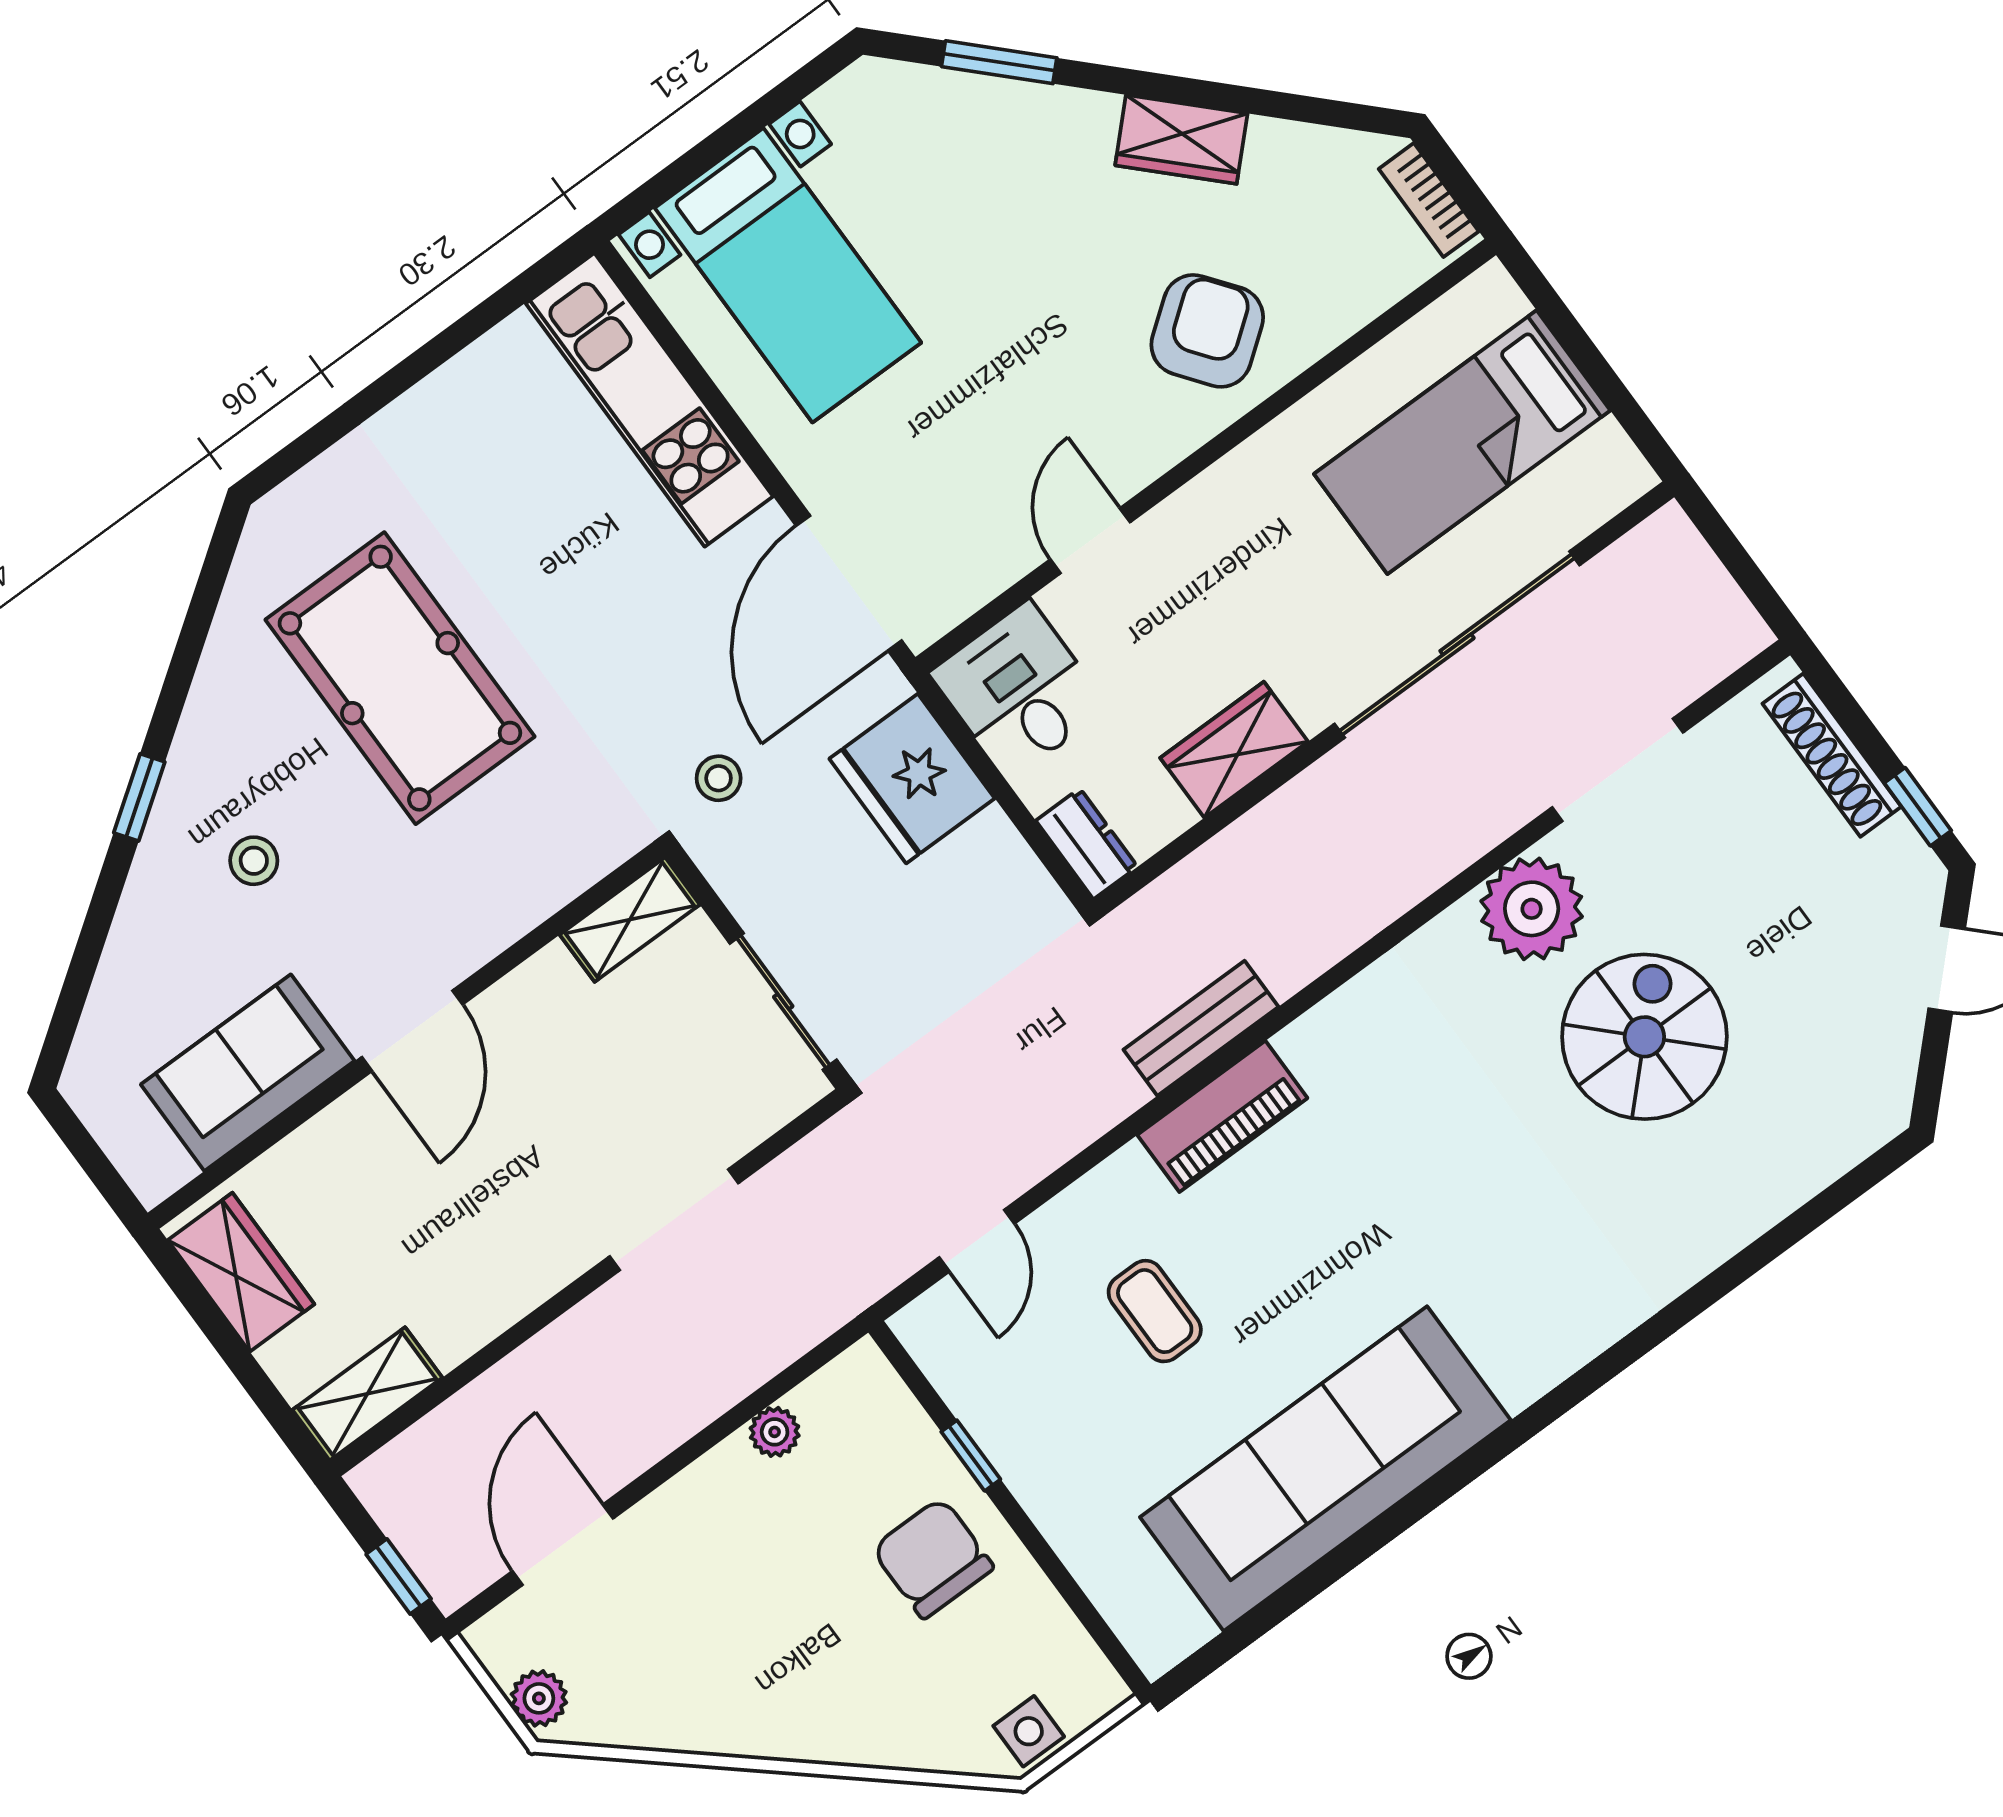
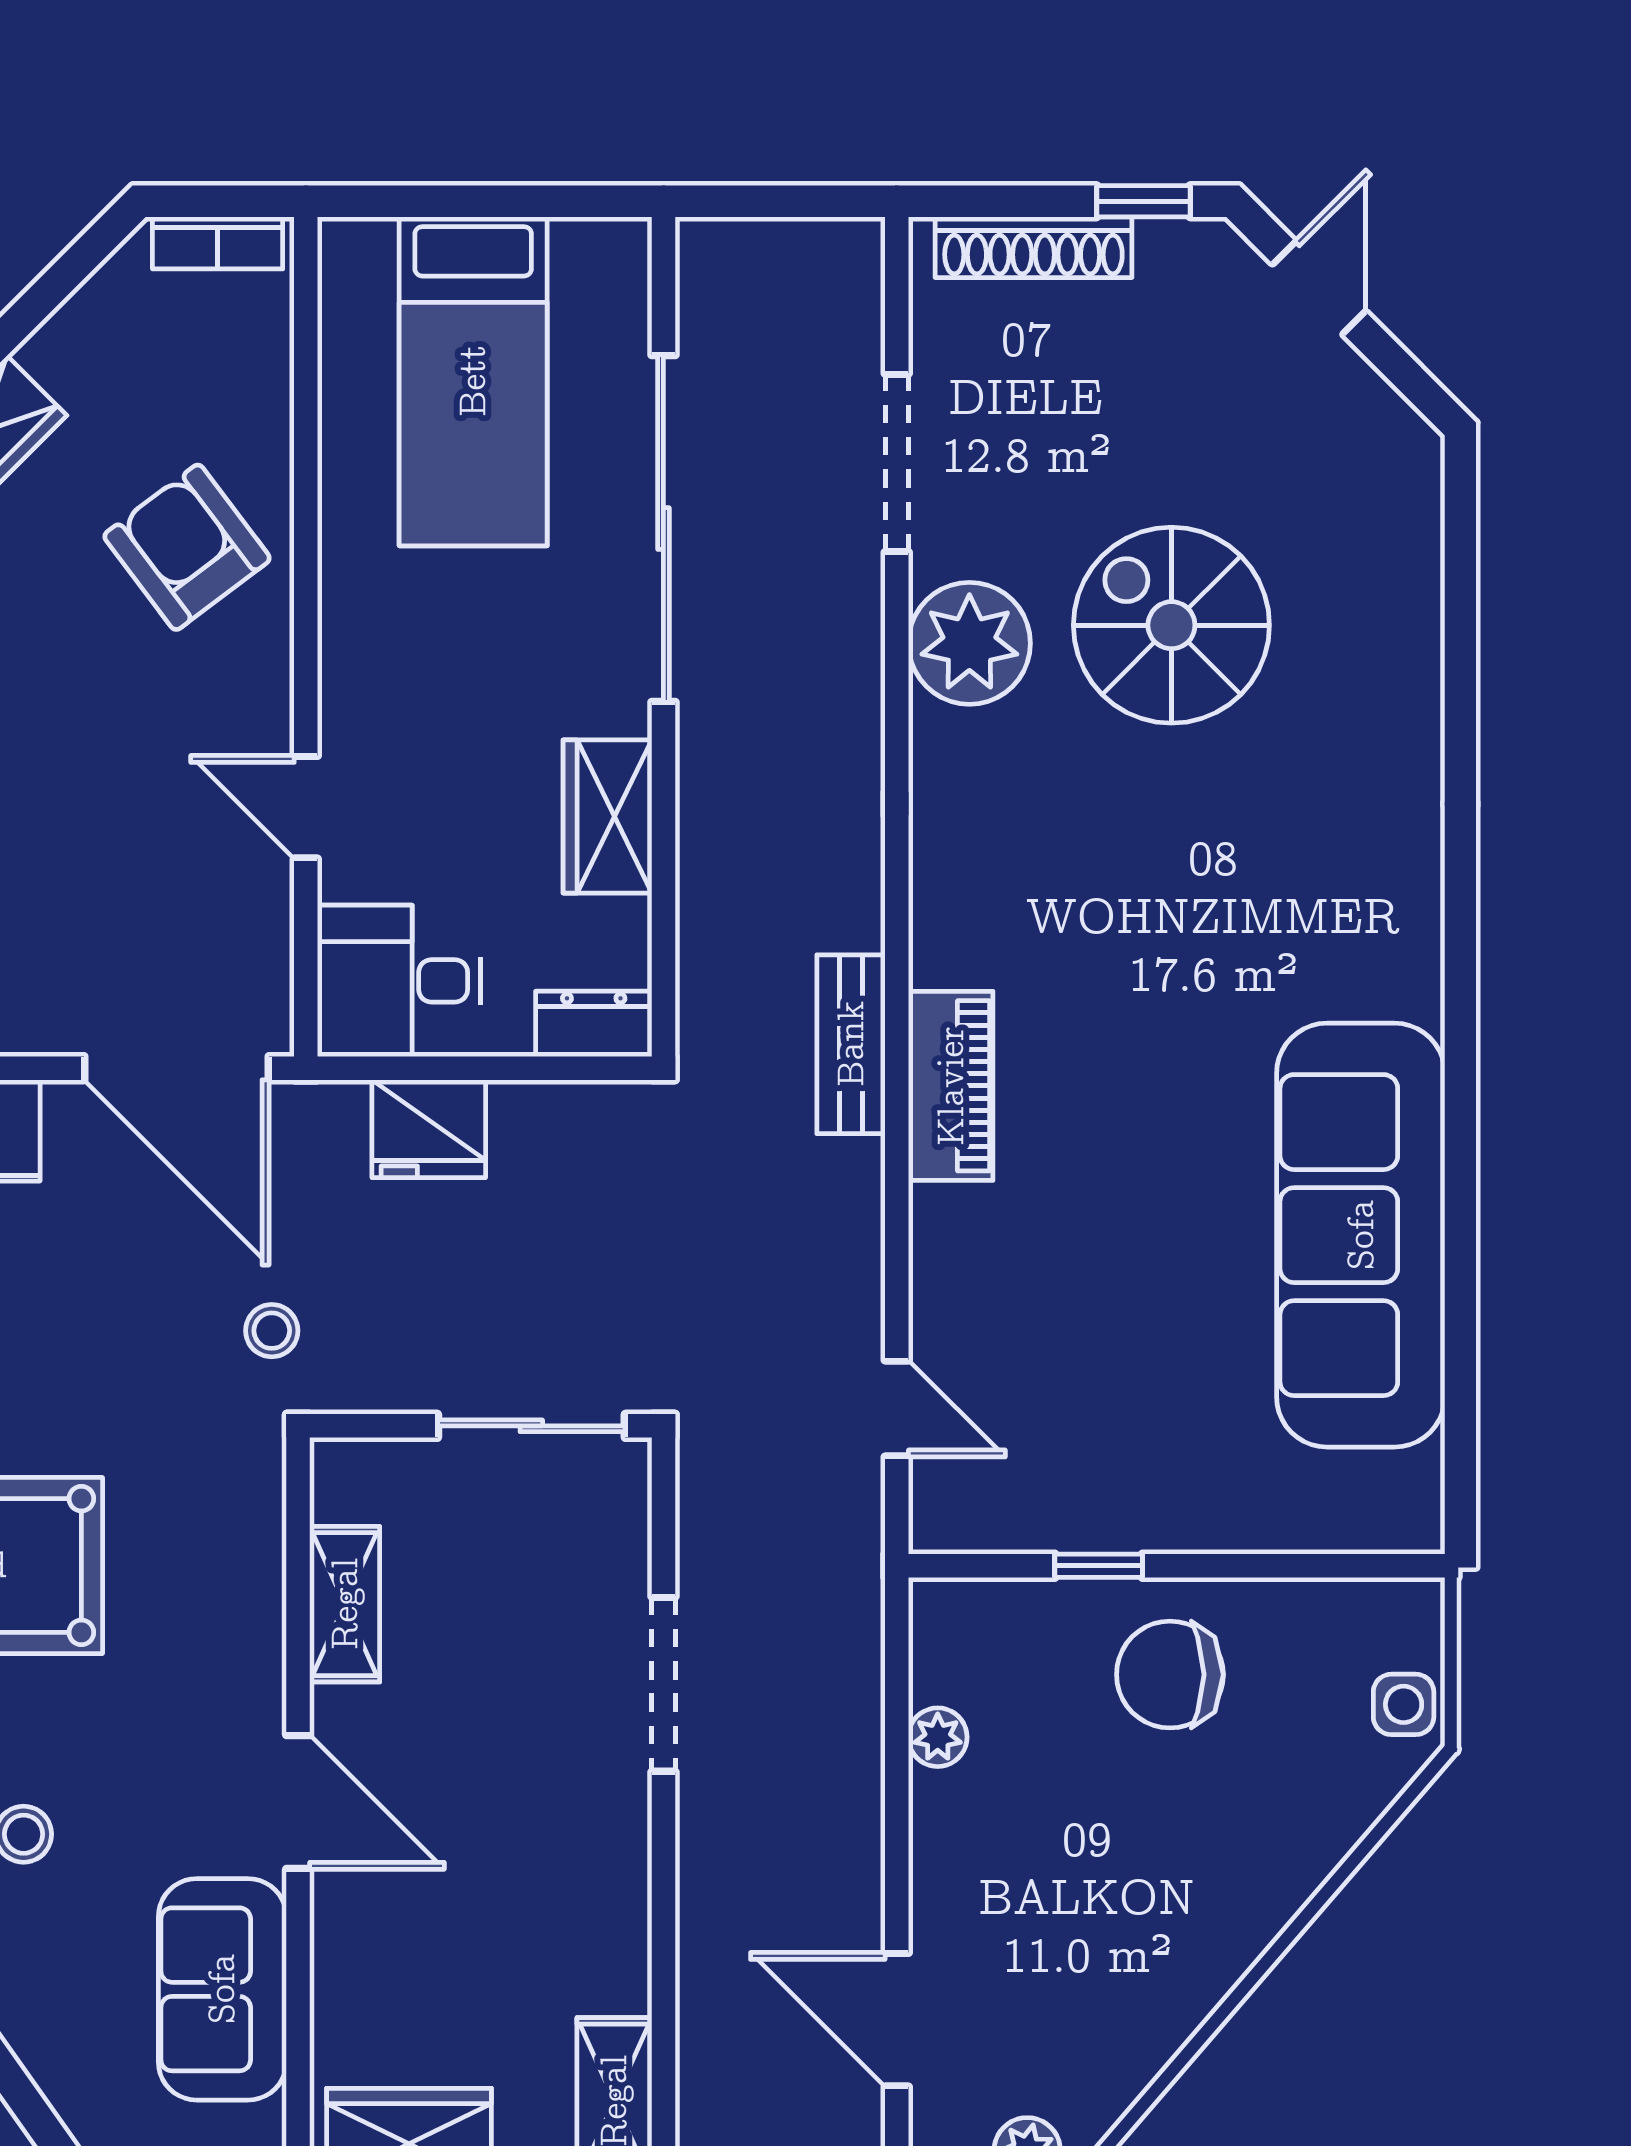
fridge: (912, 779) -> (429, 1129), width x0.73, depth x0.75
shelving: (630, 920) -> (345, 1604), moved
coffee table: (1155, 1311) -> (1090, 1288), removed

